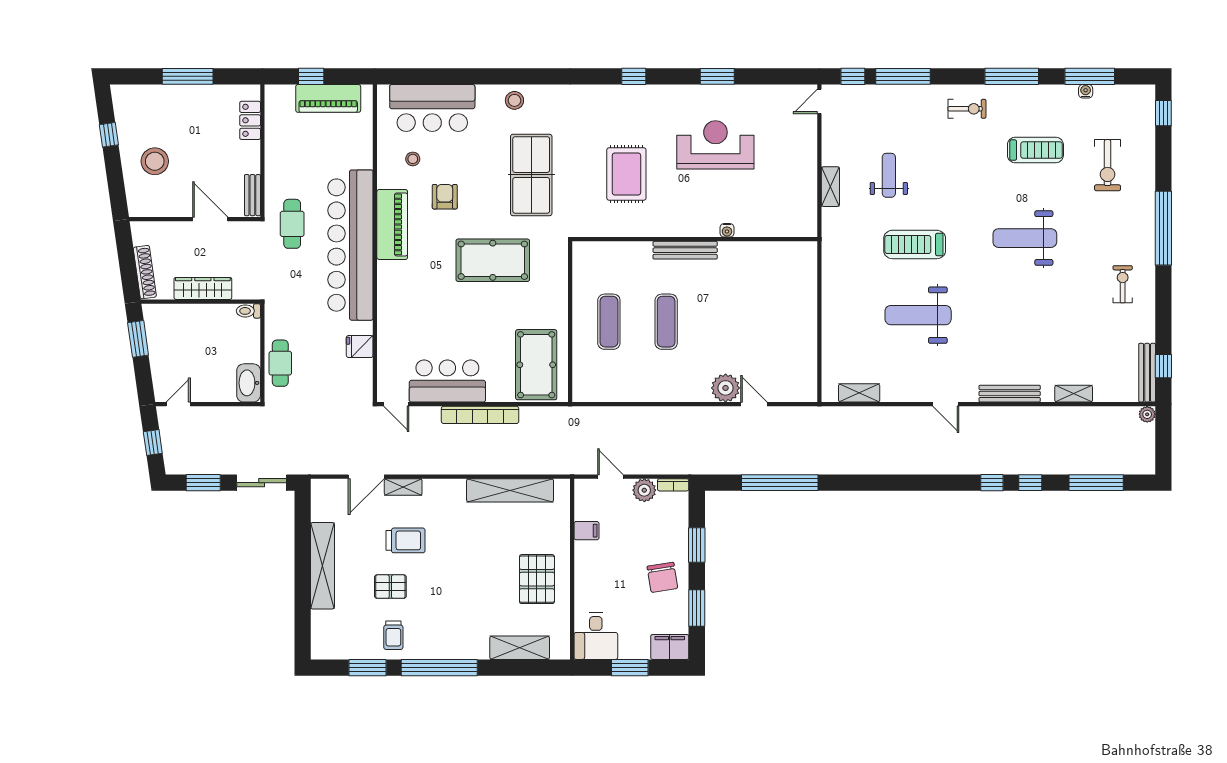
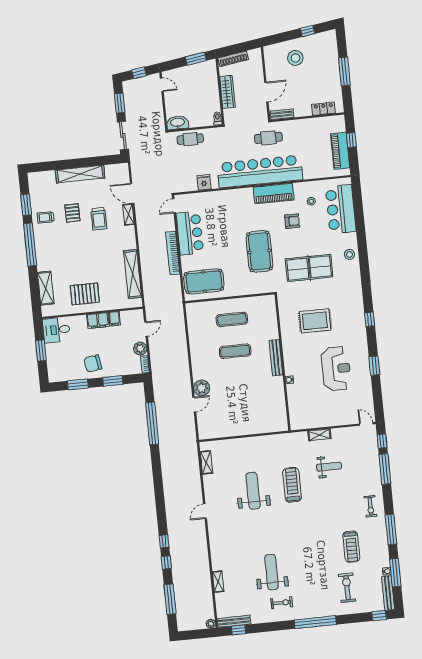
exercise bike: (1108, 165) -> (347, 588), turned 90
weight bench: (1025, 238) -> (272, 572), moved
bench: (1010, 394) -> (388, 593), moved
filing cabinet: (670, 647) -> (98, 321), moved, turned 90

